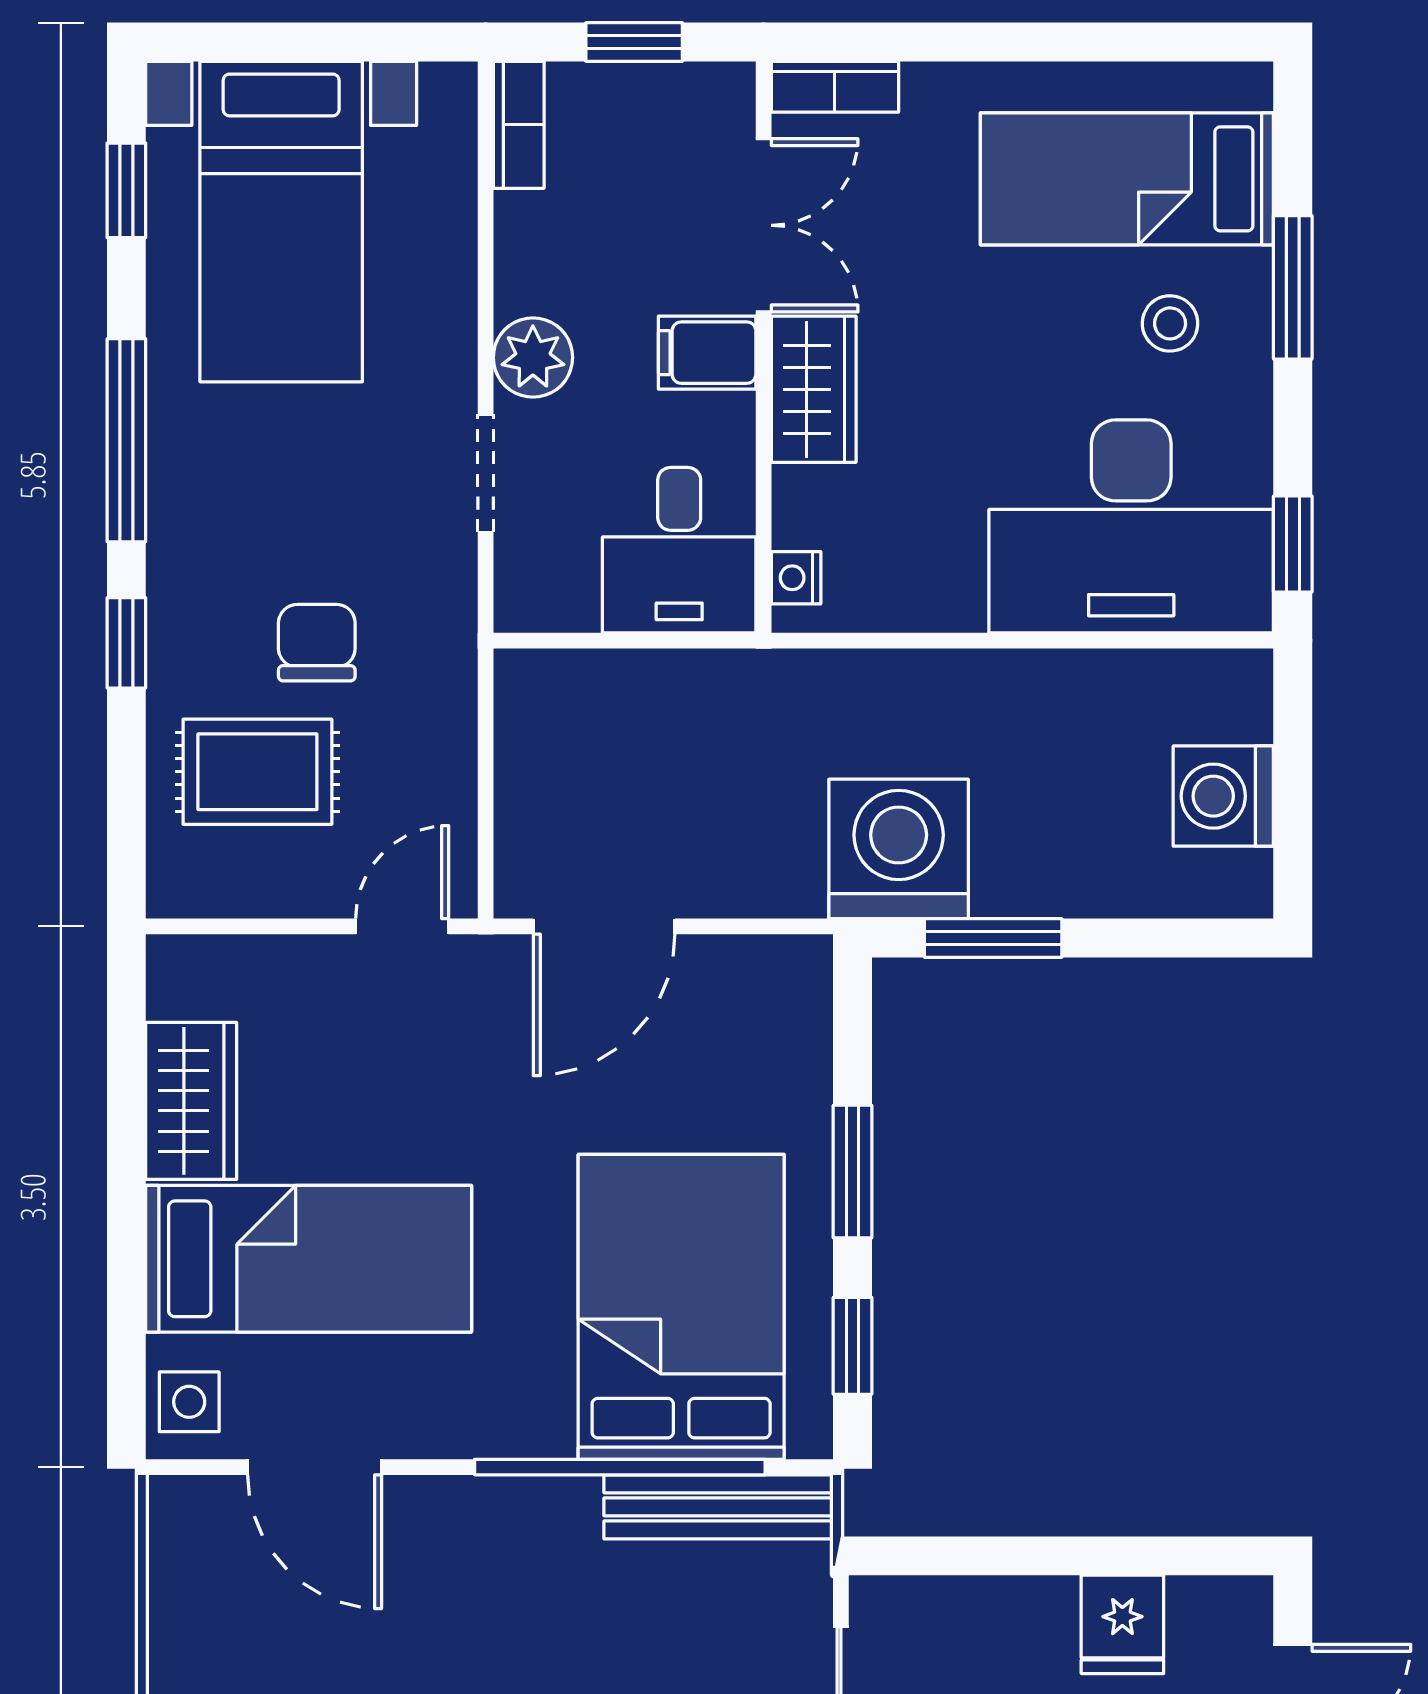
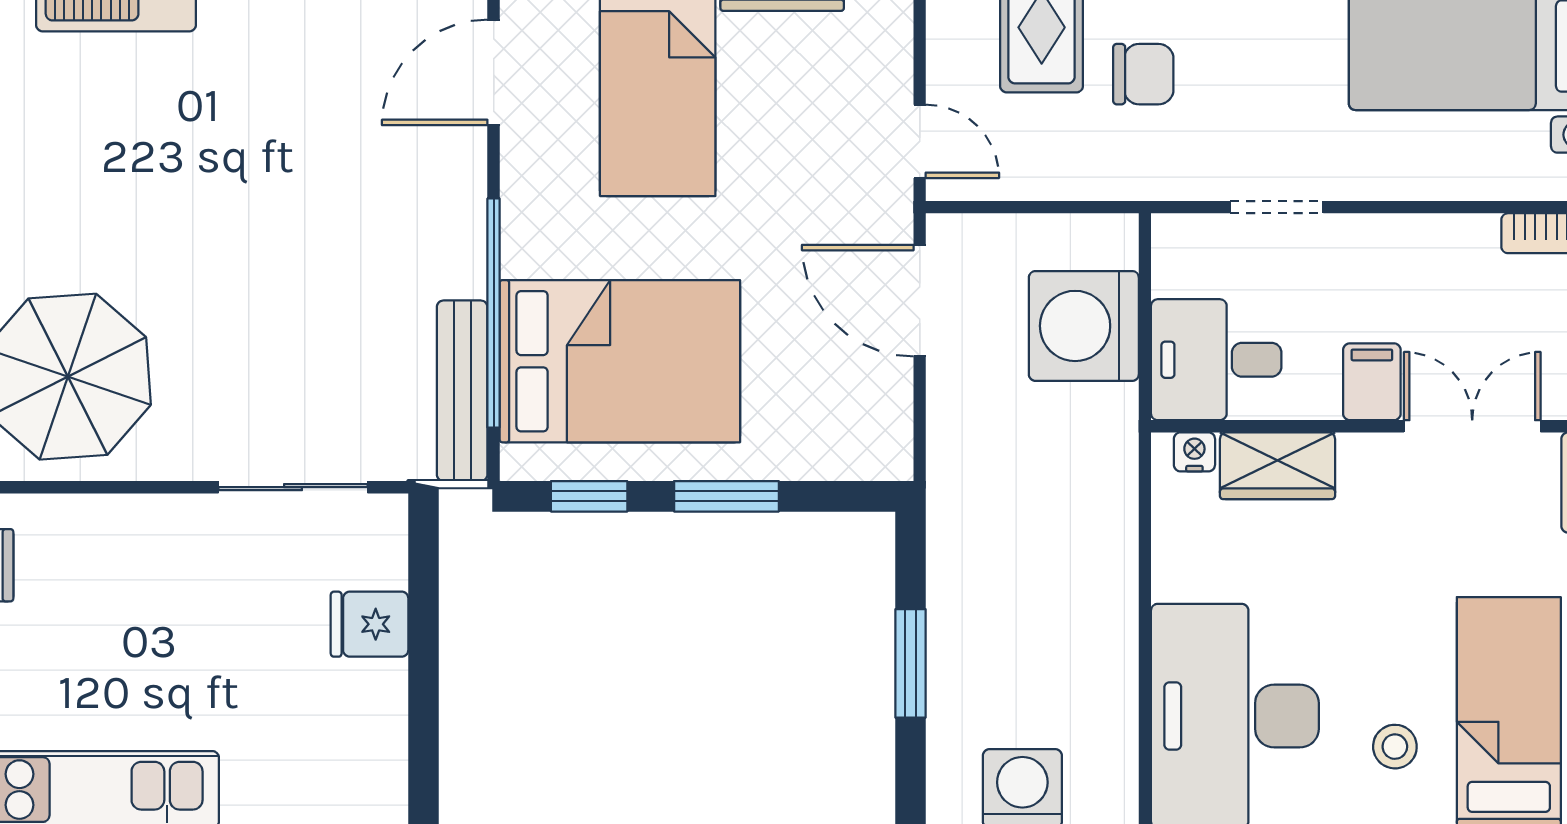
double door: (764, 225) -> (1472, 426), swing flipped
plant: (533, 357) -> (1368, 244), removed
wardrobe: (814, 389) -> (1277, 466), moved
washing machine: (899, 849) -> (1084, 326), moved, turned 180
window: (993, 938) -> (911, 663), moved
fridge: (1122, 1624) -> (370, 624), moved

